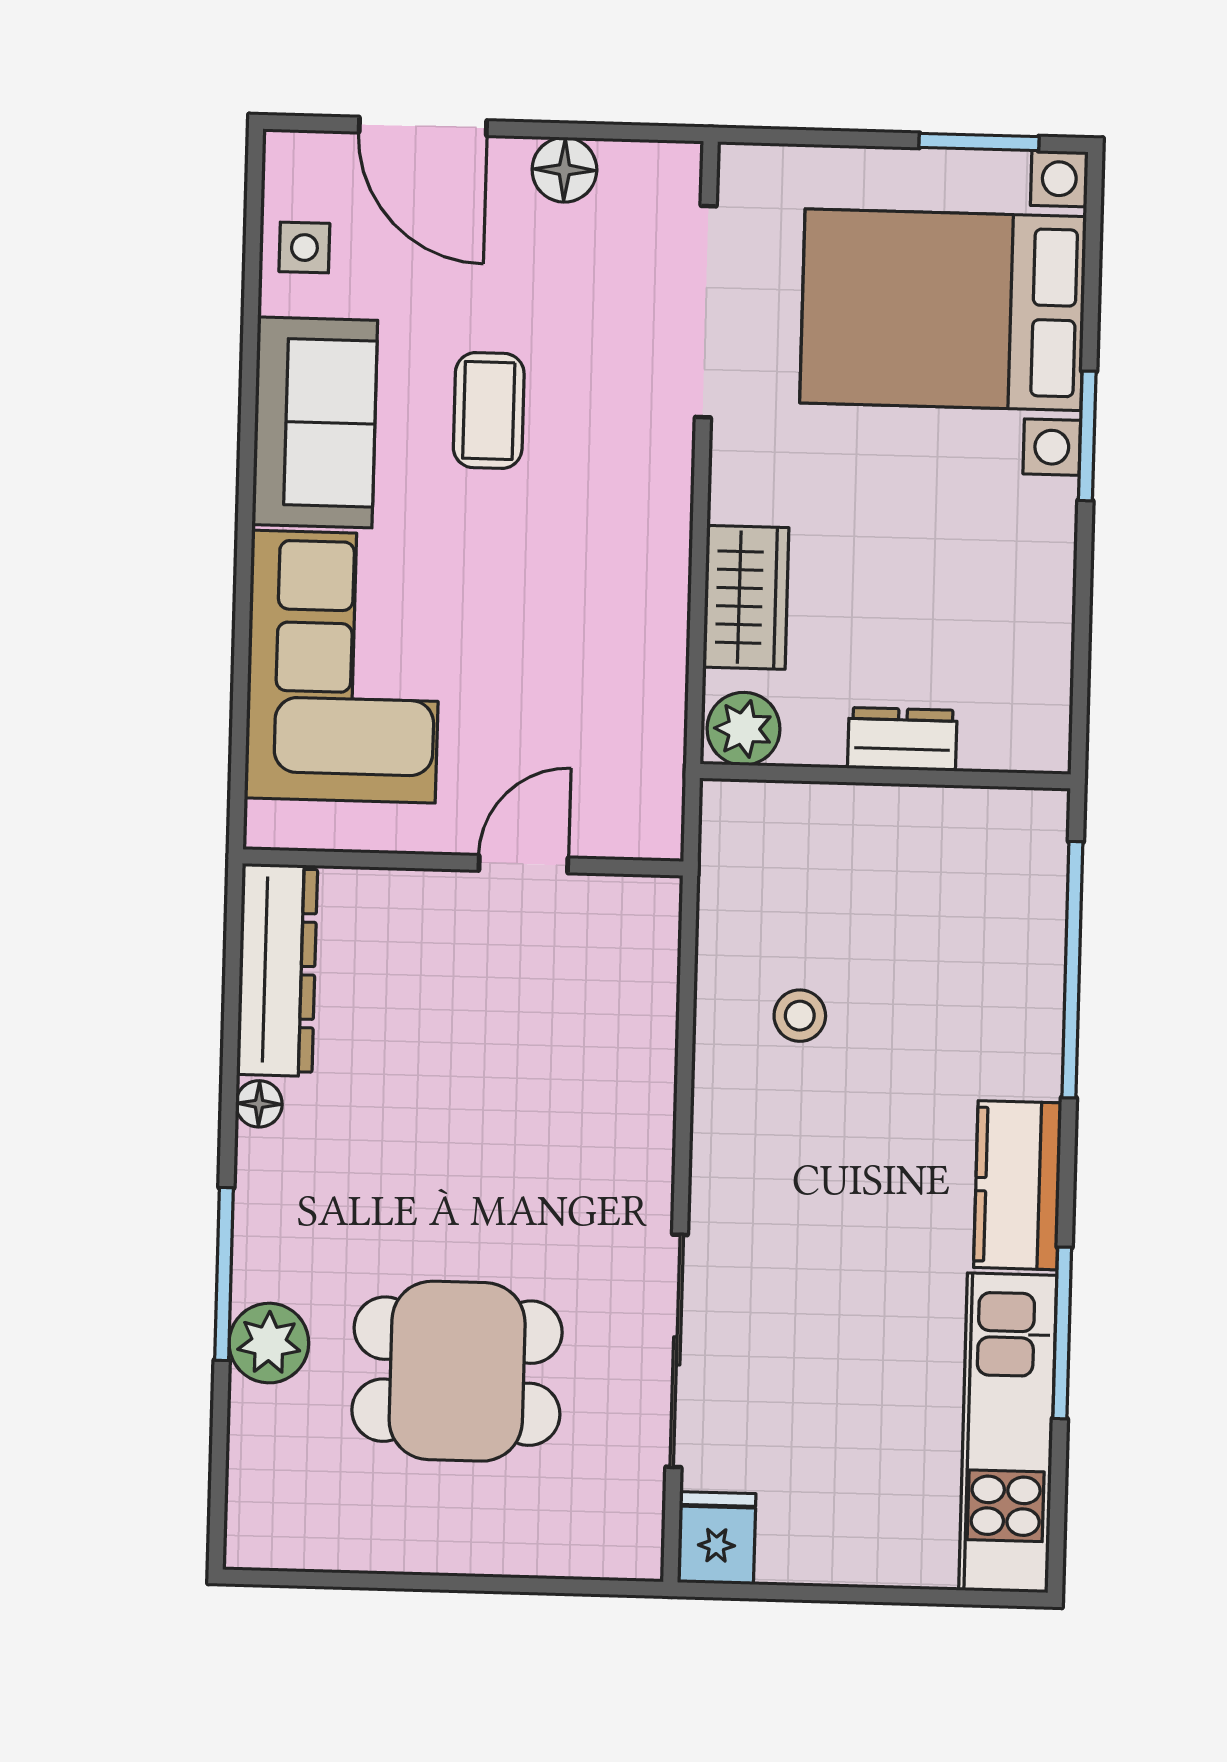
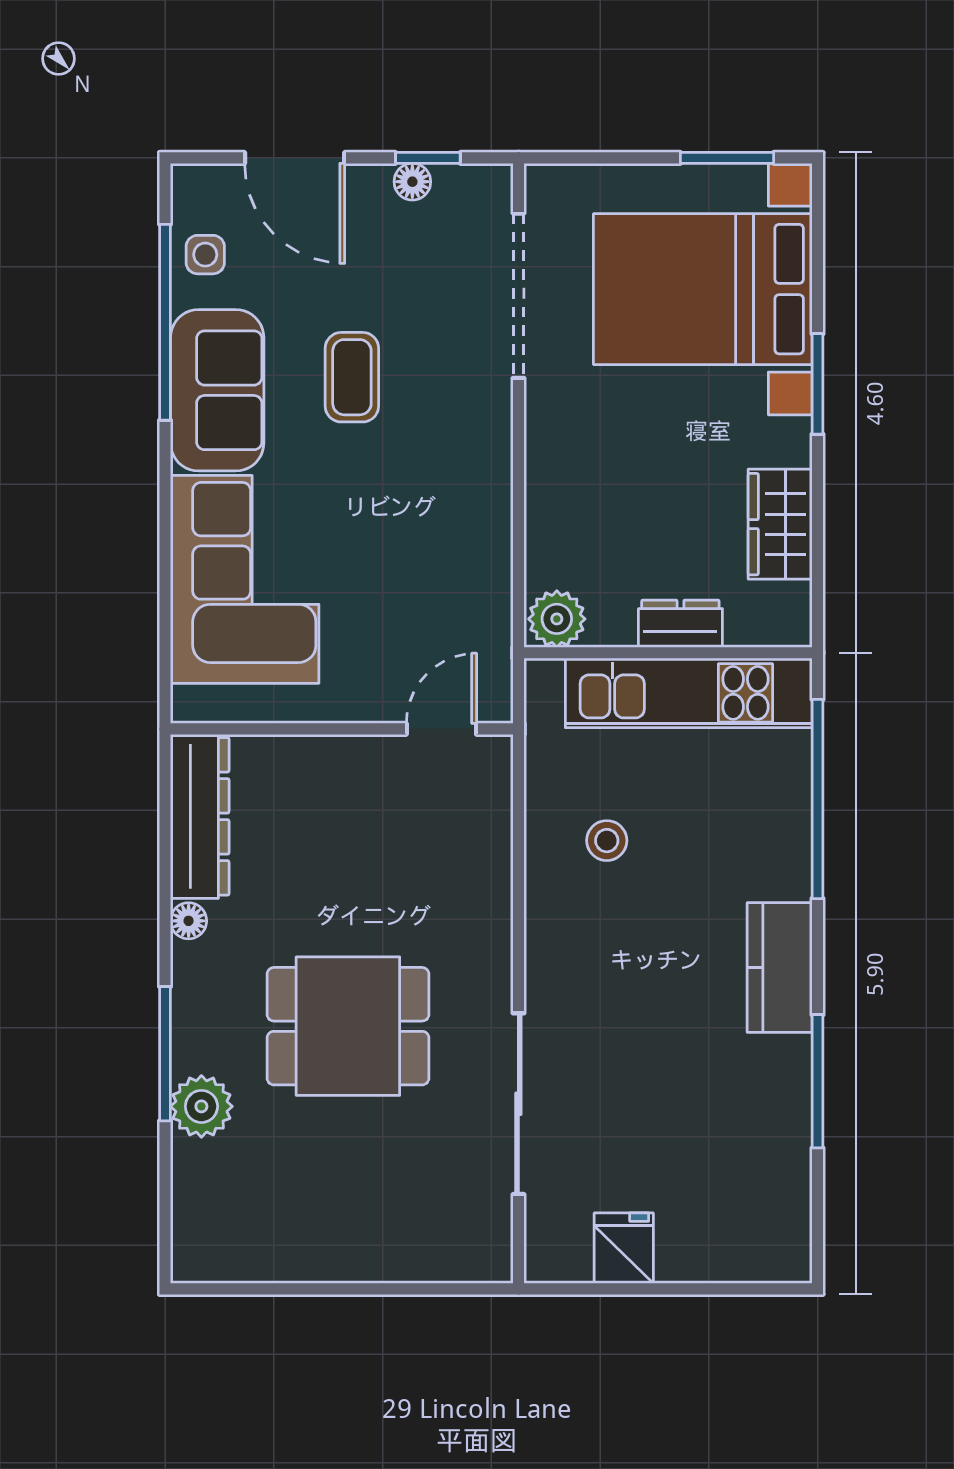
window: (594, 131) -> (428, 158), added
floor lamp: (564, 170) -> (412, 182), width x0.73, depth x0.73
window: (250, 333) -> (165, 322), added
wardrobe: (746, 597) -> (780, 524), moved, turned 180
door: (523, 864) -> (441, 729), moved
dining table: (457, 1371) -> (348, 1026), moved
kitchen unit: (1008, 1433) -> (689, 693), moved, turned -90
fridge: (717, 1538) -> (624, 1248), moved

